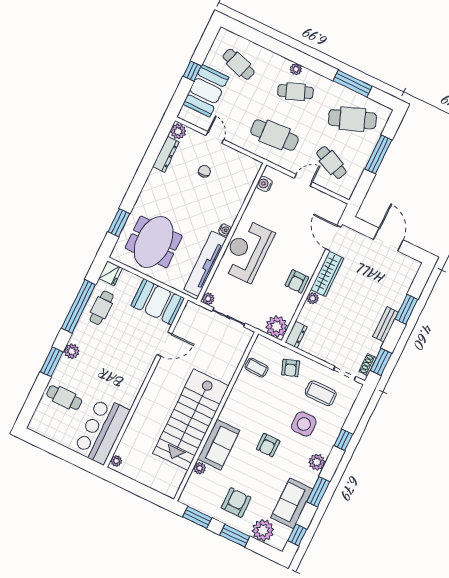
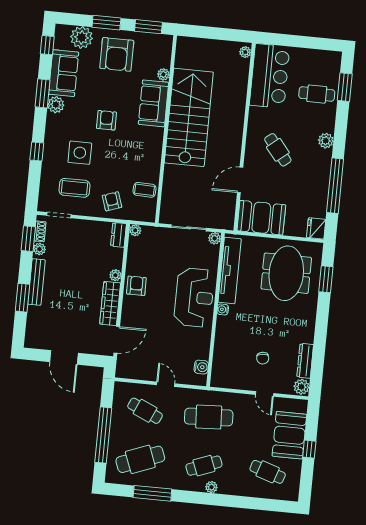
window: (378, 154) -> (103, 435), width x1.46
door: (303, 180) -> (166, 384), swing flipped
door: (333, 238) -> (117, 340), hinge flipped
cafe table: (102, 308) -> (278, 150), moved, turned -39
bench: (385, 324) -> (36, 282), width x1.36
plant: (277, 326) -> (135, 230), width x0.53, depth x0.53
plant: (374, 349) -> (39, 249), added
window: (52, 362) -> (345, 87), moved
plant: (317, 462) -> (56, 105), moved
armchair: (236, 503) -> (117, 54), width x1.36, depth x1.36

